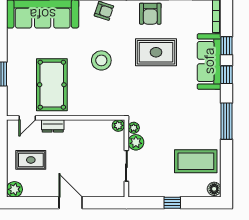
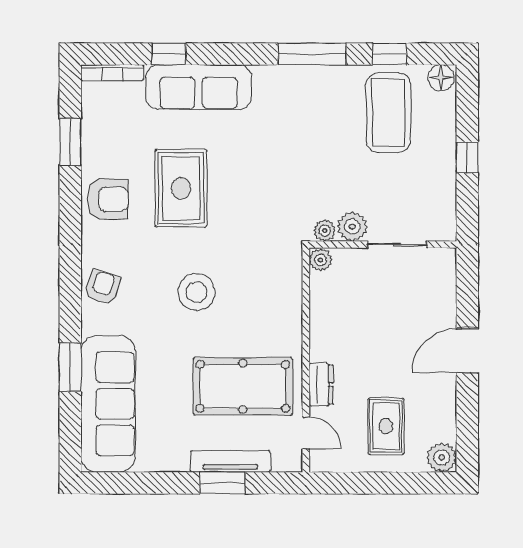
window: (227, 75) -> (389, 54), moved
tv unit: (12, 78) -> (230, 462), added

